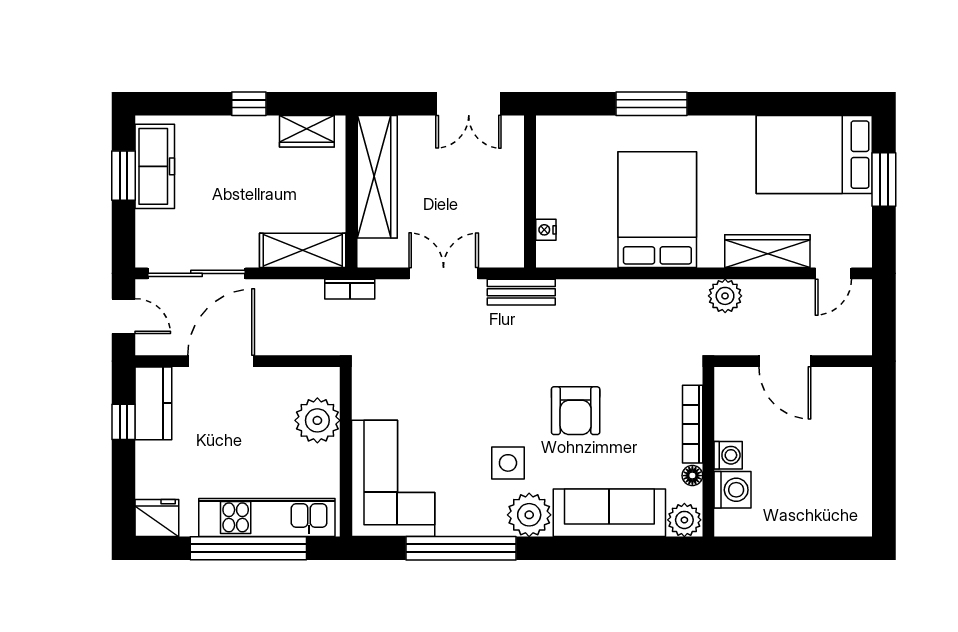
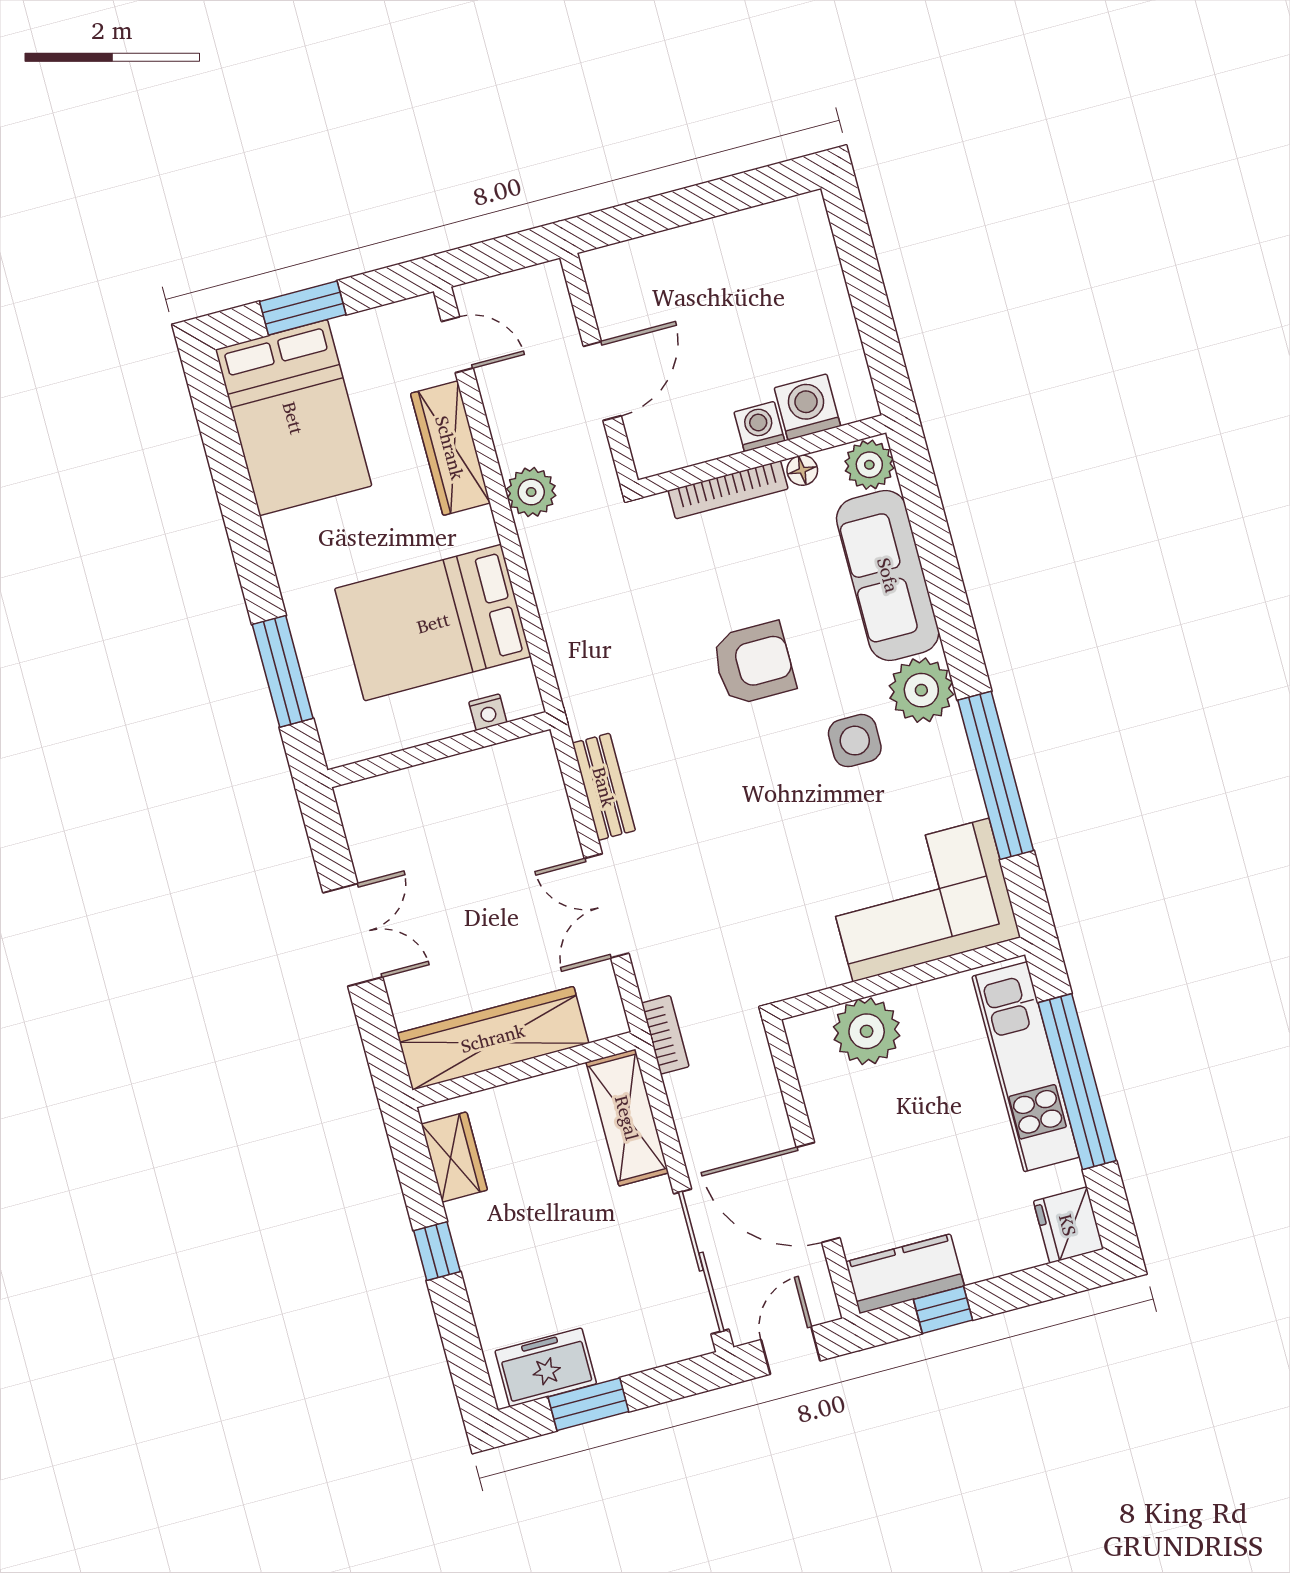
freezer: (155, 166) -> (546, 1367), width x0.71
wall: (530, 192) -> (439, 750), moved
nightstand: (546, 230) -> (488, 712), moved

